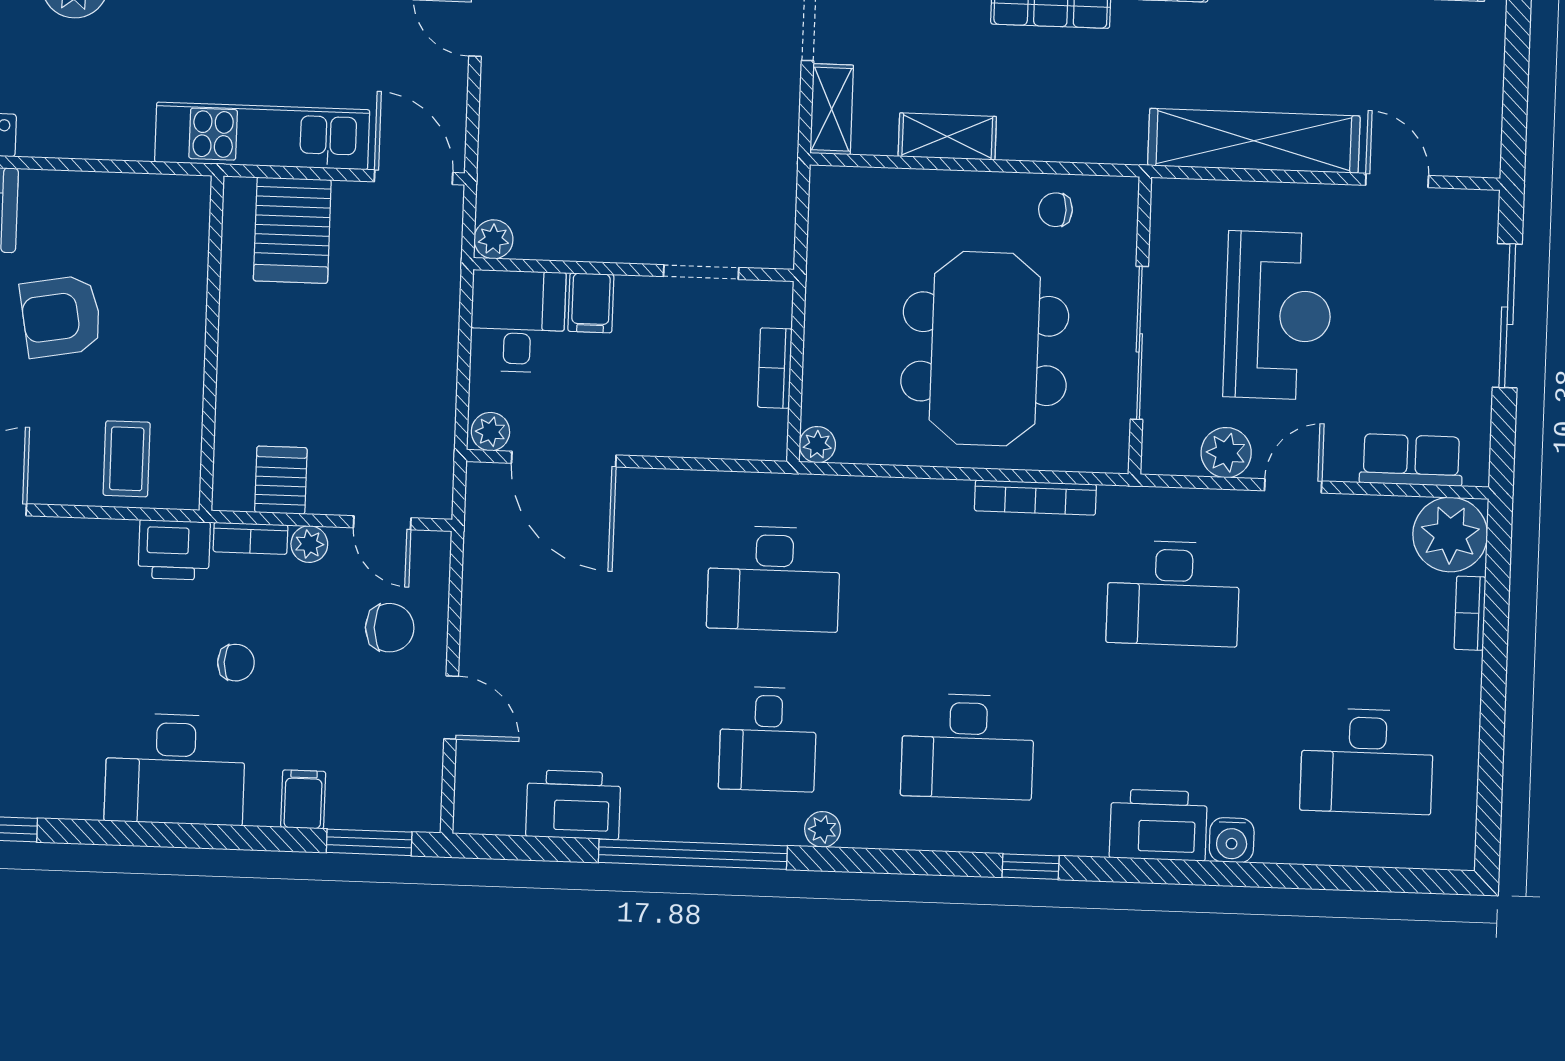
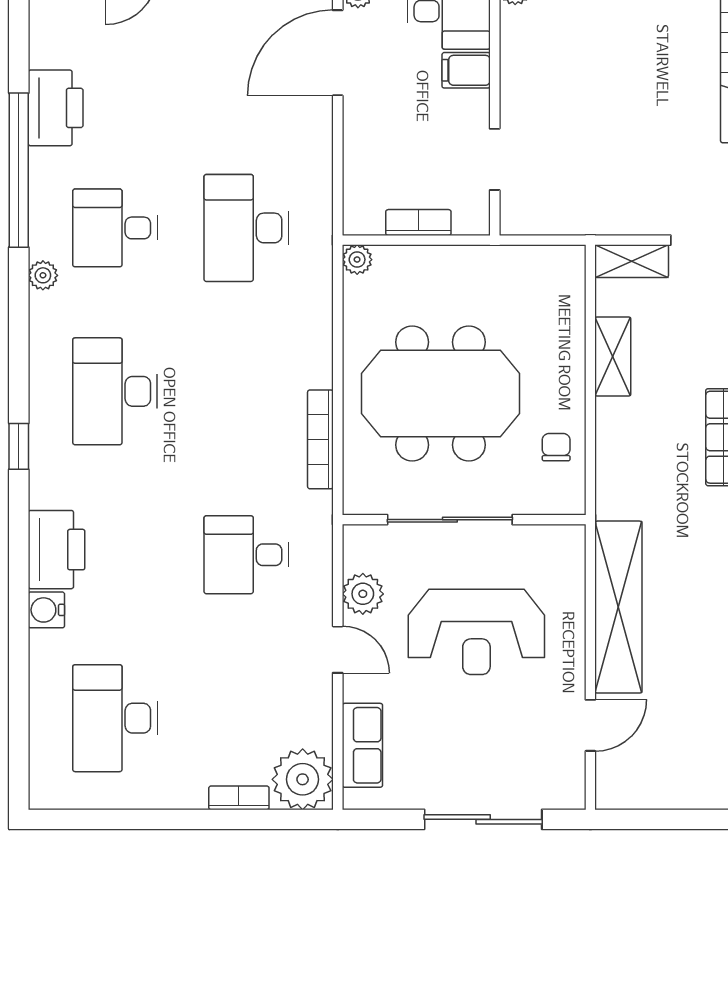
desk: (1173, 593) -> (246, 555), width x0.73
printer: (573, 805) -> (56, 108), moved

